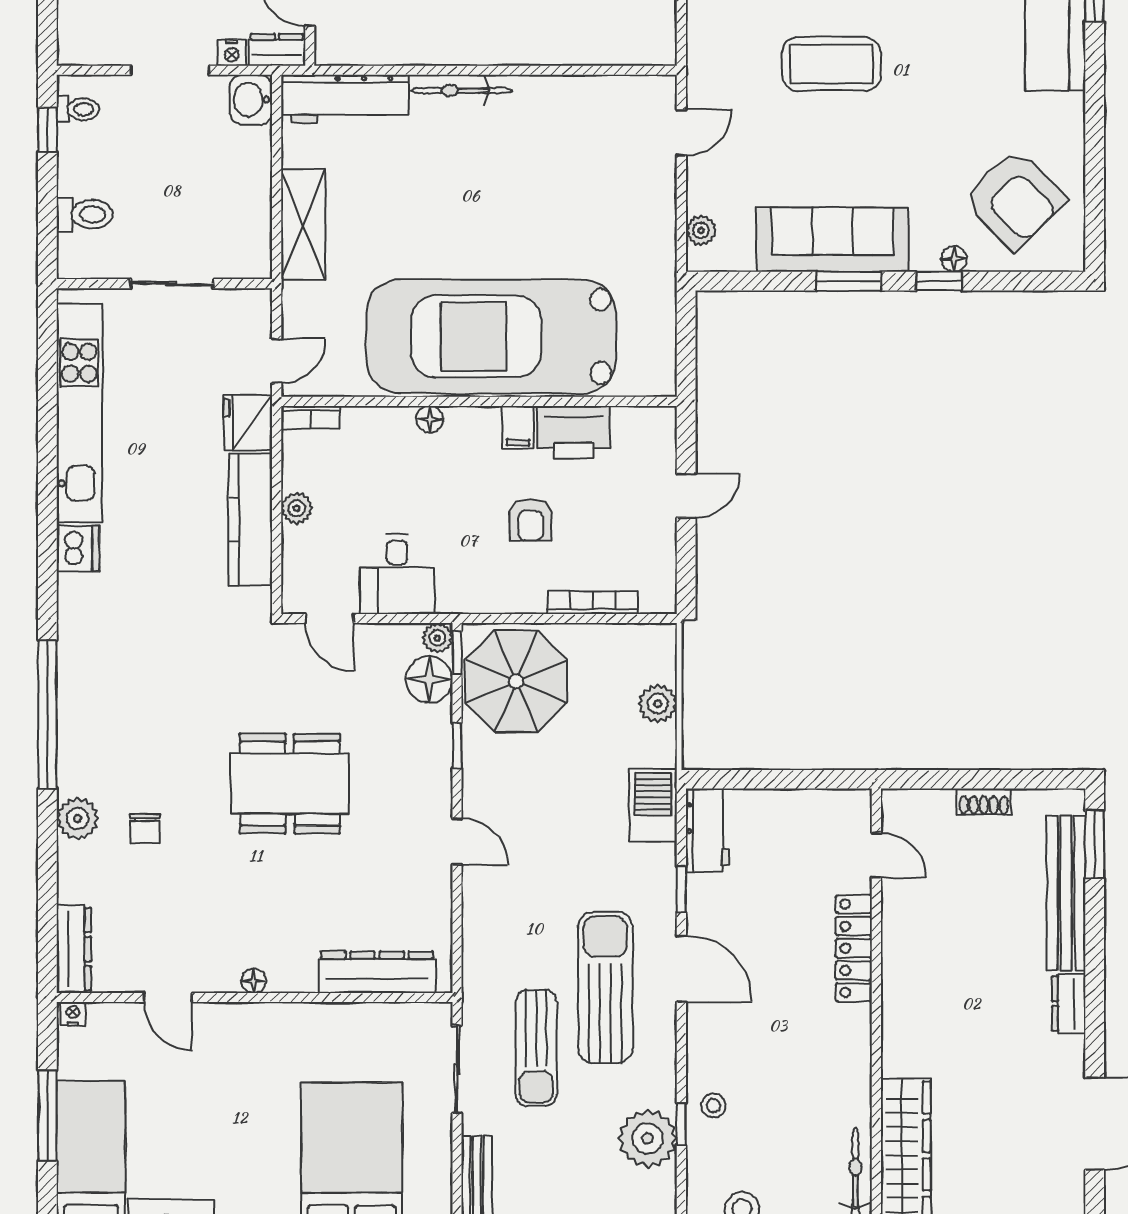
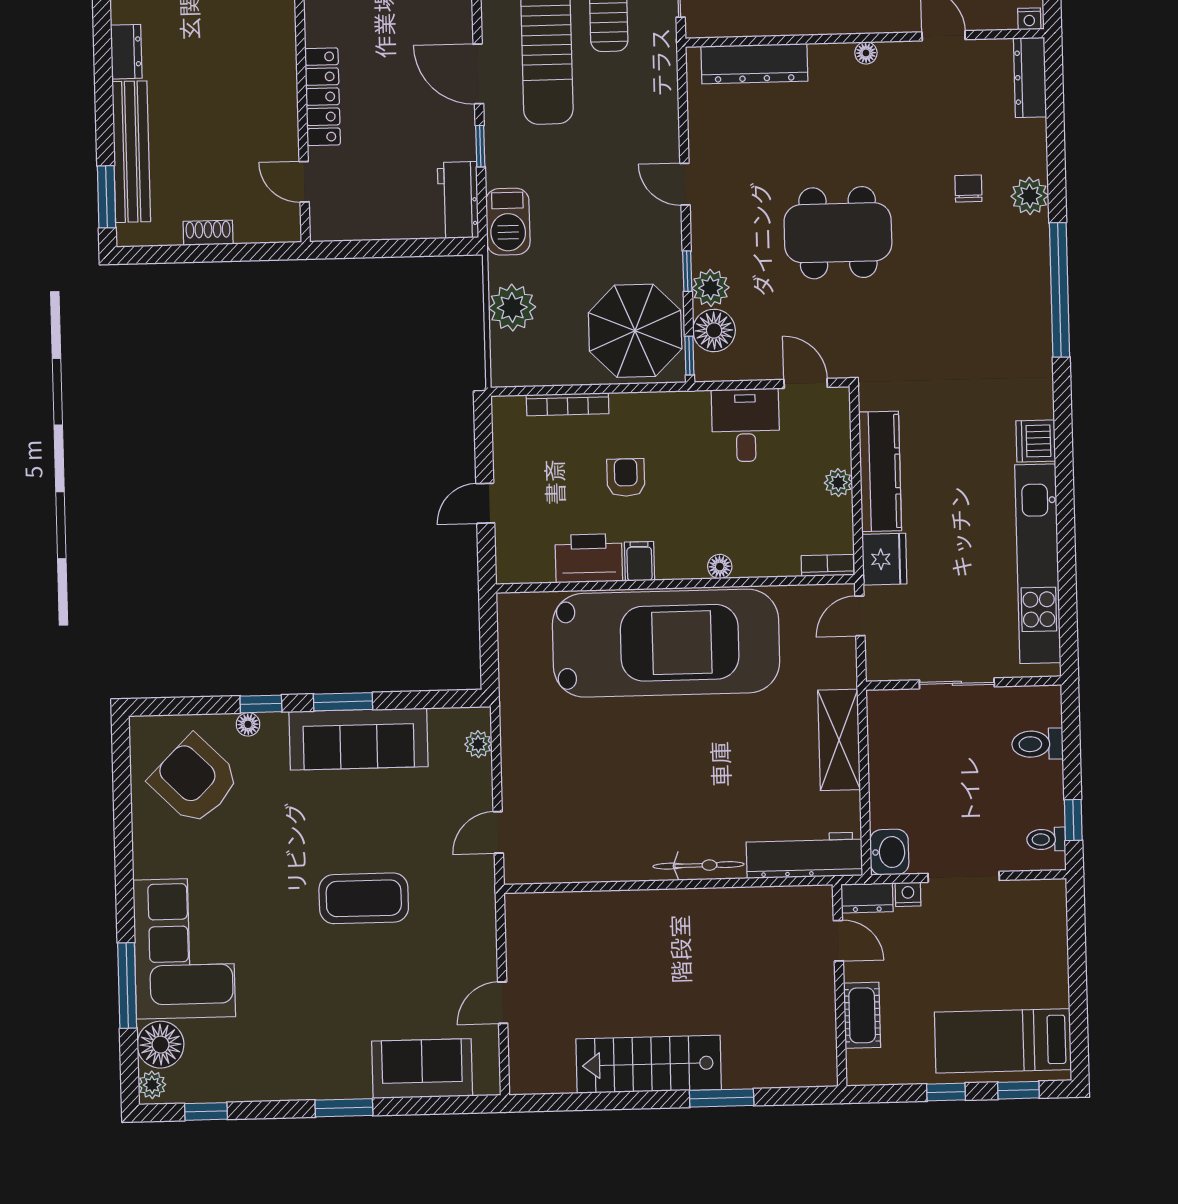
plant: (437, 638) -> (711, 288), moved, width x1.38, depth x1.38
plant: (658, 704) -> (512, 308), width x1.36, depth x1.36

